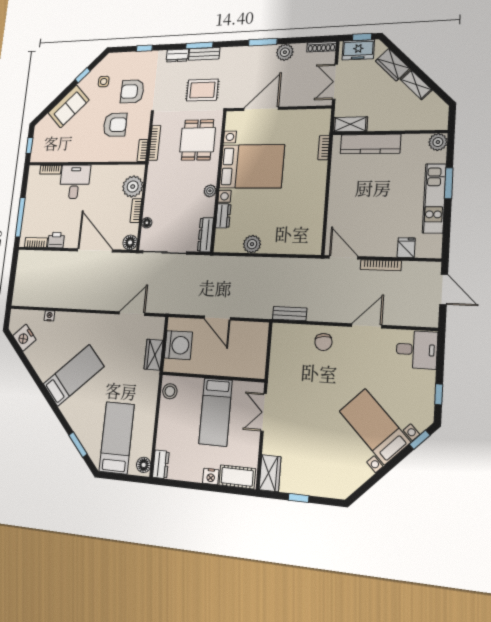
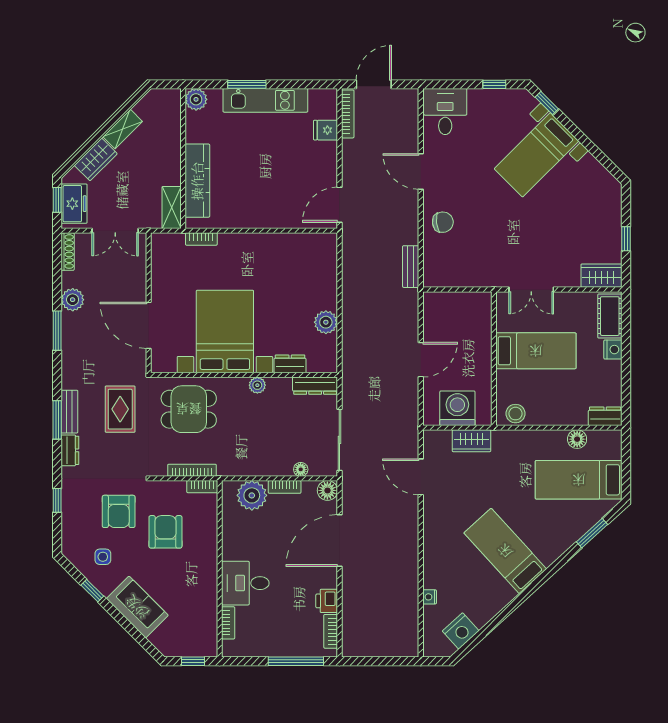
bookcase: (381, 265) -> (348, 114), moved
floor lamp: (144, 465) -> (577, 439), moved

